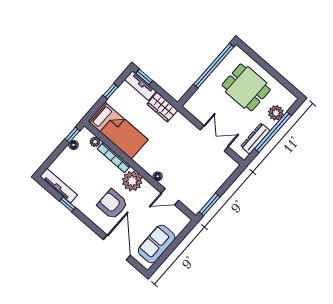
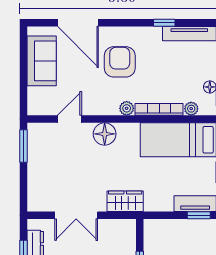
wardrobe: (162, 107) -> (125, 201), moved
floor lamp: (158, 176) -> (105, 134), width x1.89, depth x1.89
plant: (132, 181) -> (127, 108), width x0.53, depth x0.53
armchair: (112, 204) -> (120, 62), turned -90

